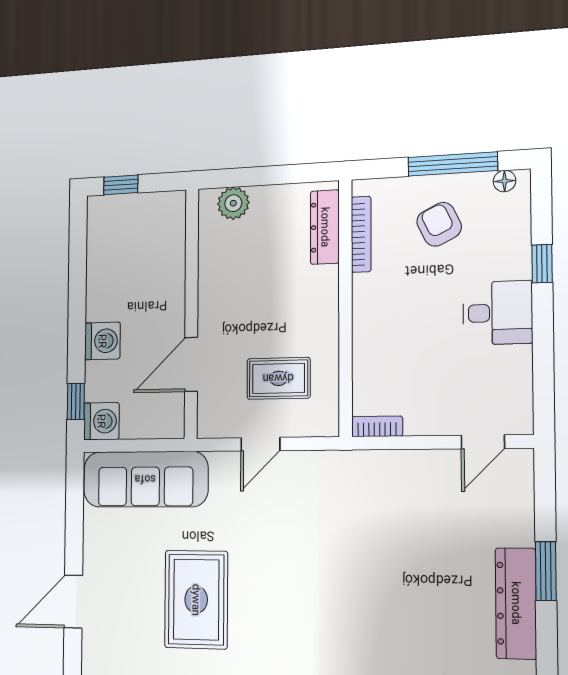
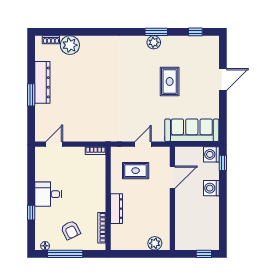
dresser: (325, 227) -> (117, 209), moved
rug: (196, 600) -> (170, 81), width x0.73, depth x0.70

